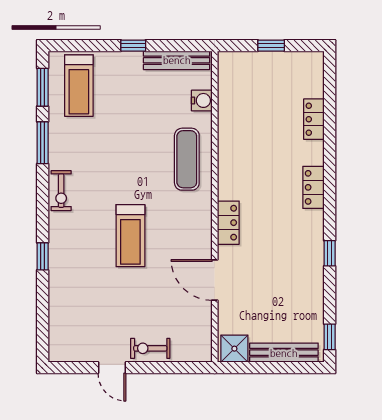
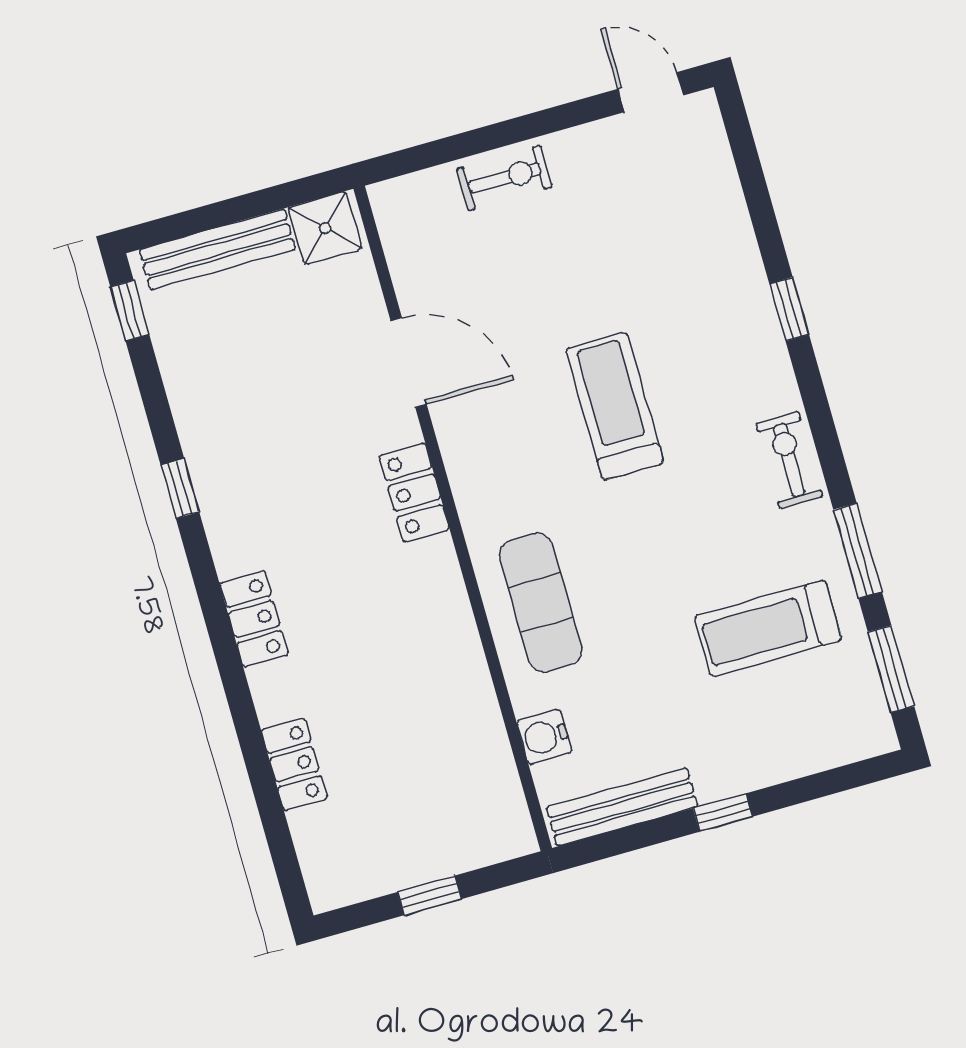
treadmill: (79, 86) -> (768, 628), moved, turned -90
door: (112, 368) -> (651, 92), moved

